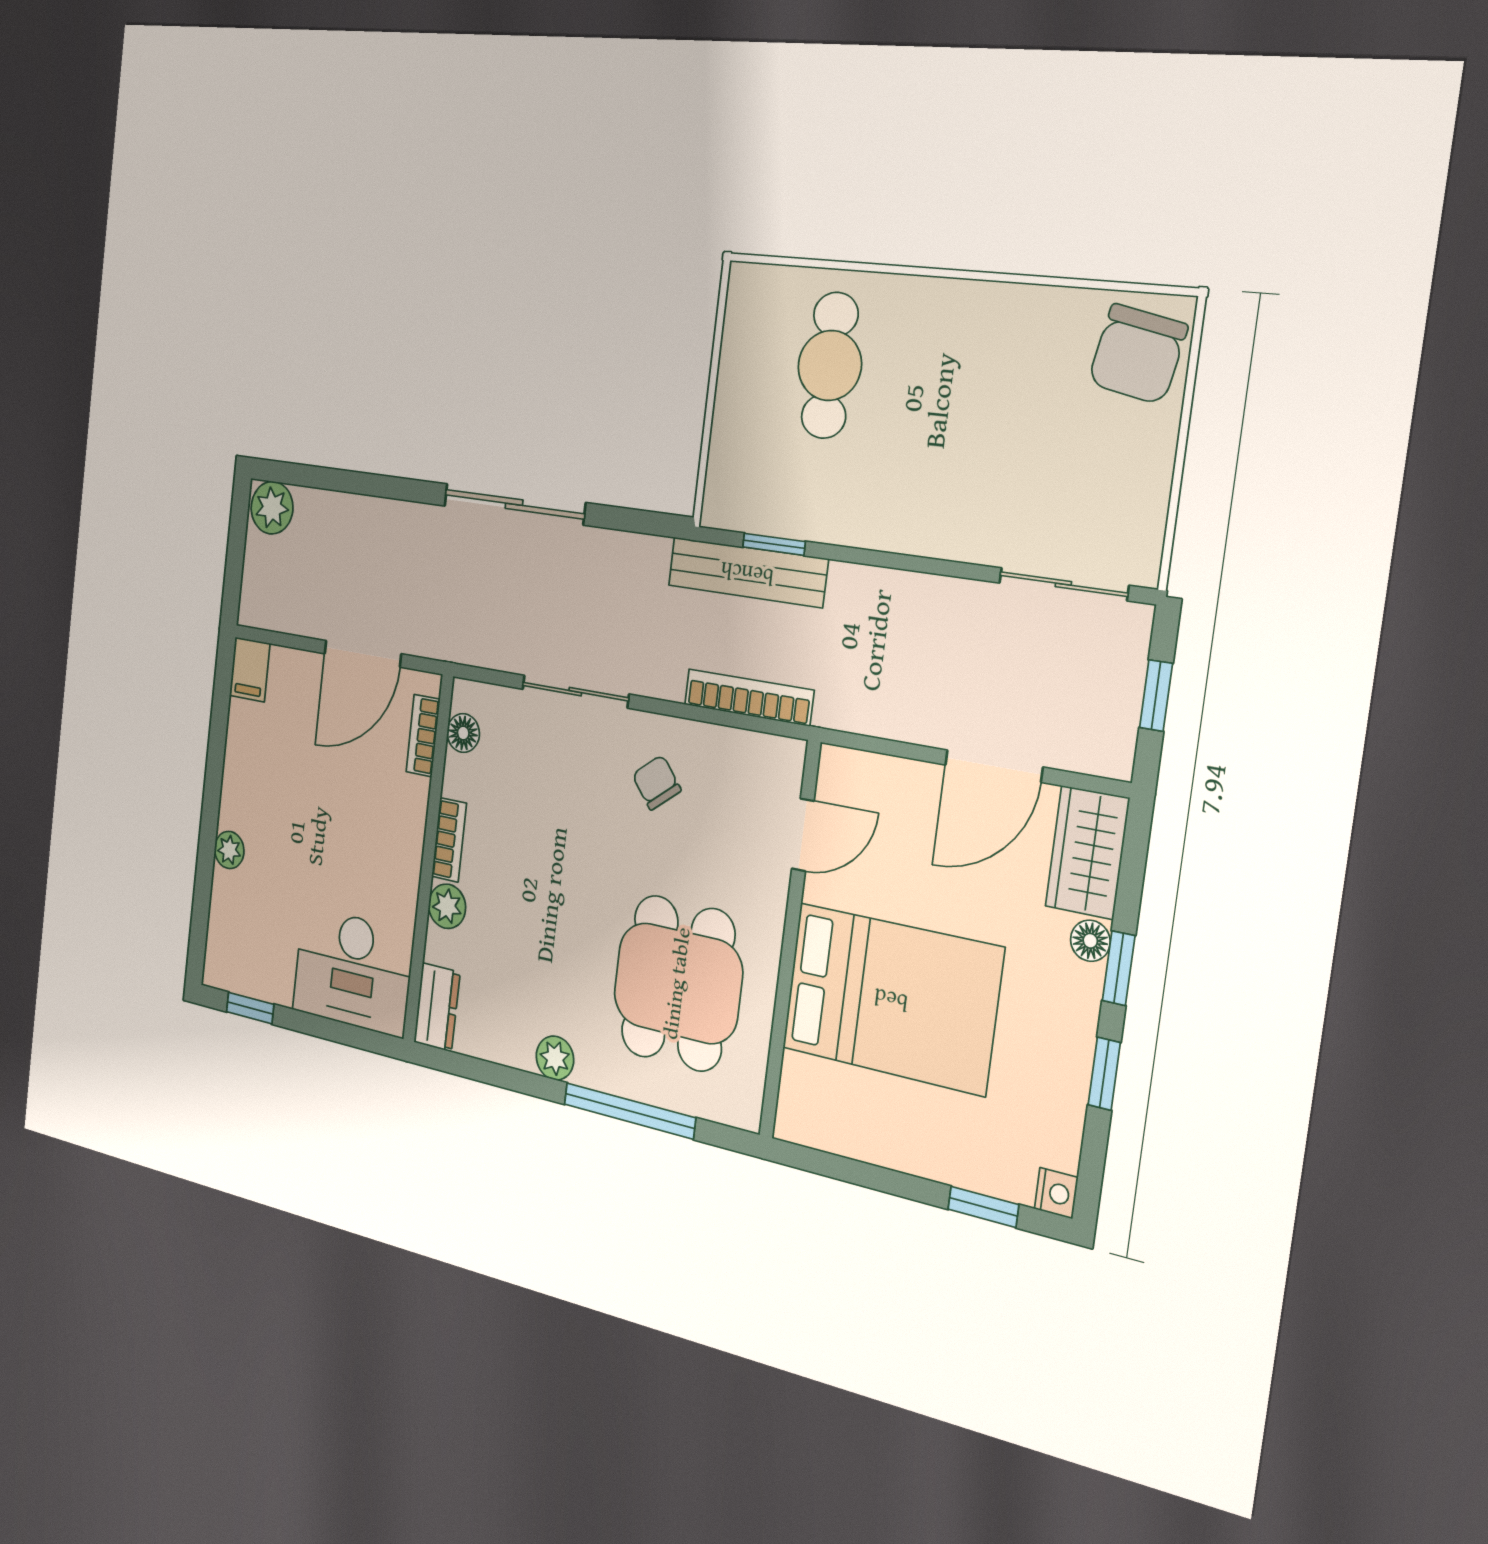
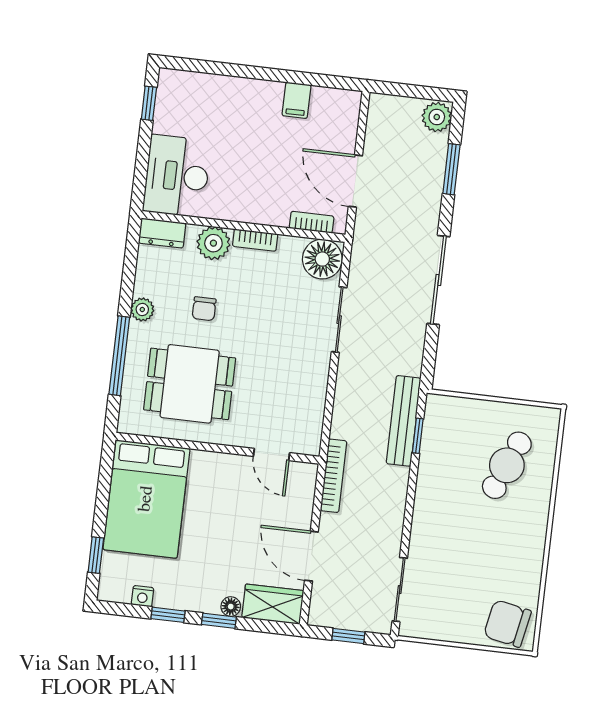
cafe table: (830, 365) -> (507, 465), turned -67
window: (347, 481) -> (451, 169), added
filing cabinet: (250, 670) -> (296, 100), moved, turned -90
bookcase: (749, 697) -> (334, 476), moved
floor lamp: (463, 733) -> (322, 259), width x1.89, depth x1.89
chair: (657, 782) -> (204, 309), moved, turned 129
plant: (229, 850) -> (239, 87), removed
plant: (447, 906) -> (213, 243), width x1.38, depth x1.38
bed: (891, 998) -> (146, 499), moved
nightstand: (1056, 1193) -> (143, 596), moved

